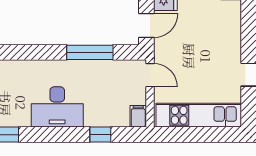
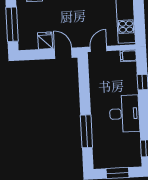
window: (90, 52) -> (86, 131), moved

